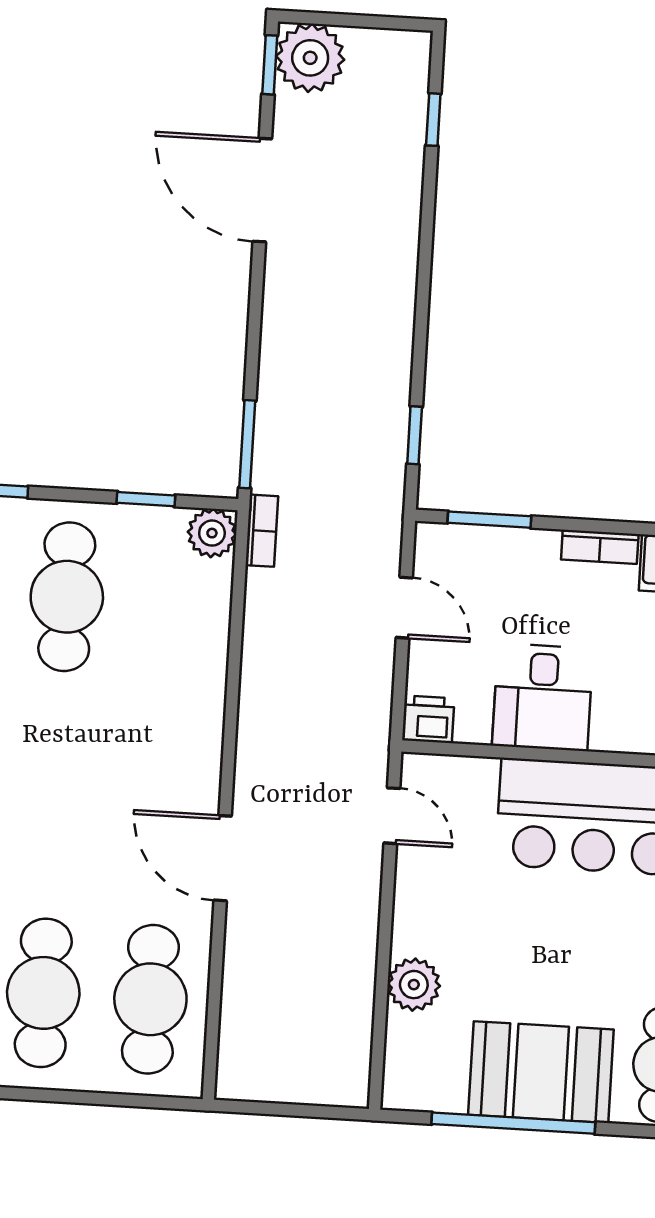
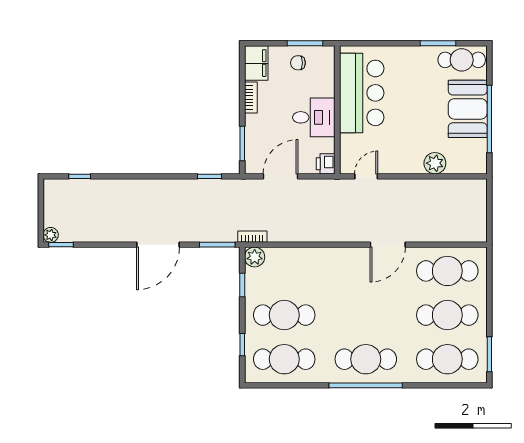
plant: (310, 58) -> (51, 235), width x0.53, depth x0.53
door: (262, 190) -> (158, 245), moved
door: (404, 608) -> (280, 176), width x1.38

